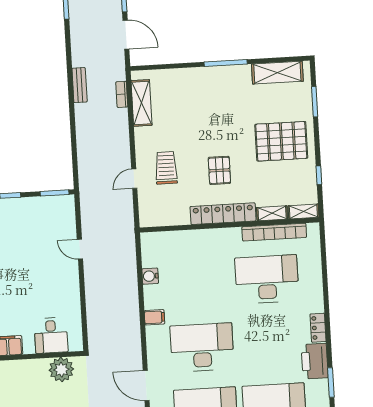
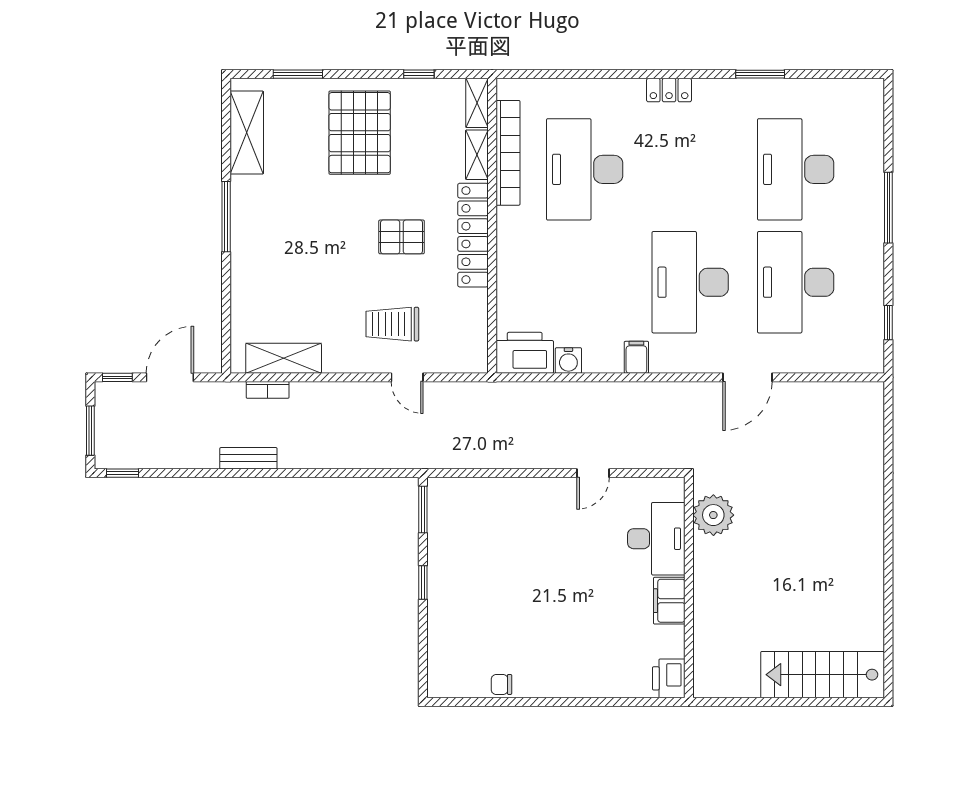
door: (80, 249) -> (593, 473), moved
desk: (51, 335) -> (656, 539), width x1.37
printer: (315, 361) -> (525, 353), moved, turned 180

